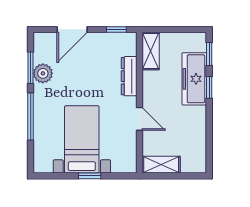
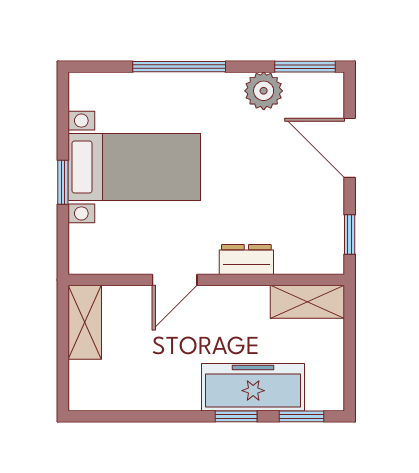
window: (31, 68) -> (305, 67), moved
dresser: (129, 76) -> (246, 260), width x0.70

